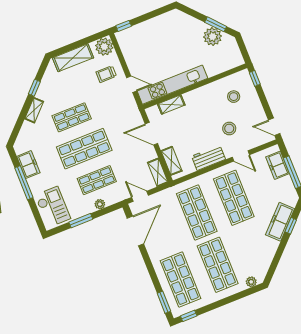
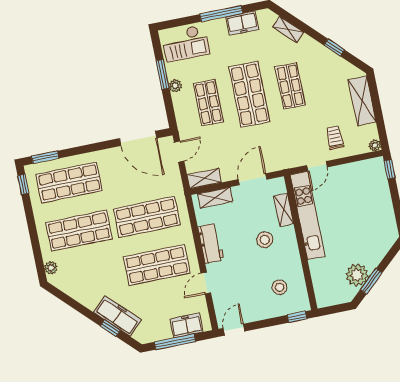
plant: (104, 47) -> (375, 145), width x0.53, depth x0.53
shelving: (34, 110) -> (288, 29), moved
stool: (229, 128) -> (265, 240), moved
plant: (100, 204) -> (175, 86), moved

